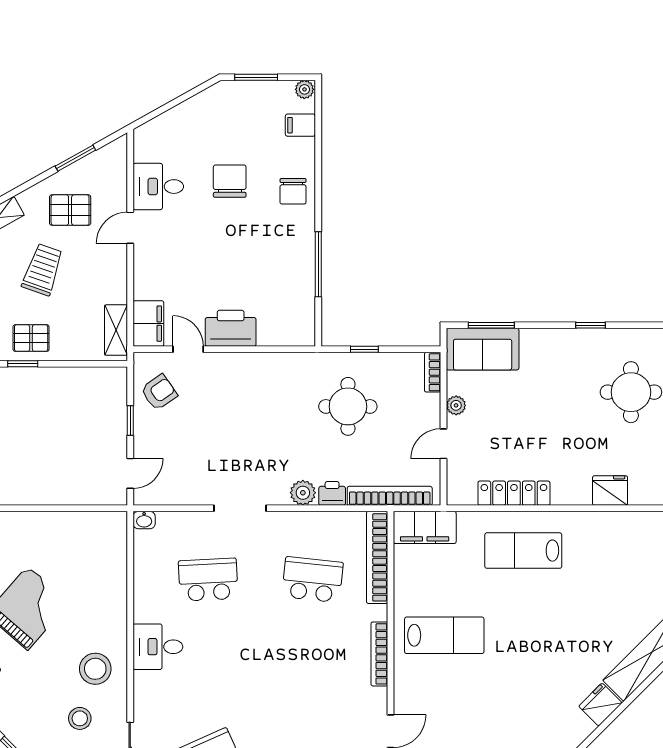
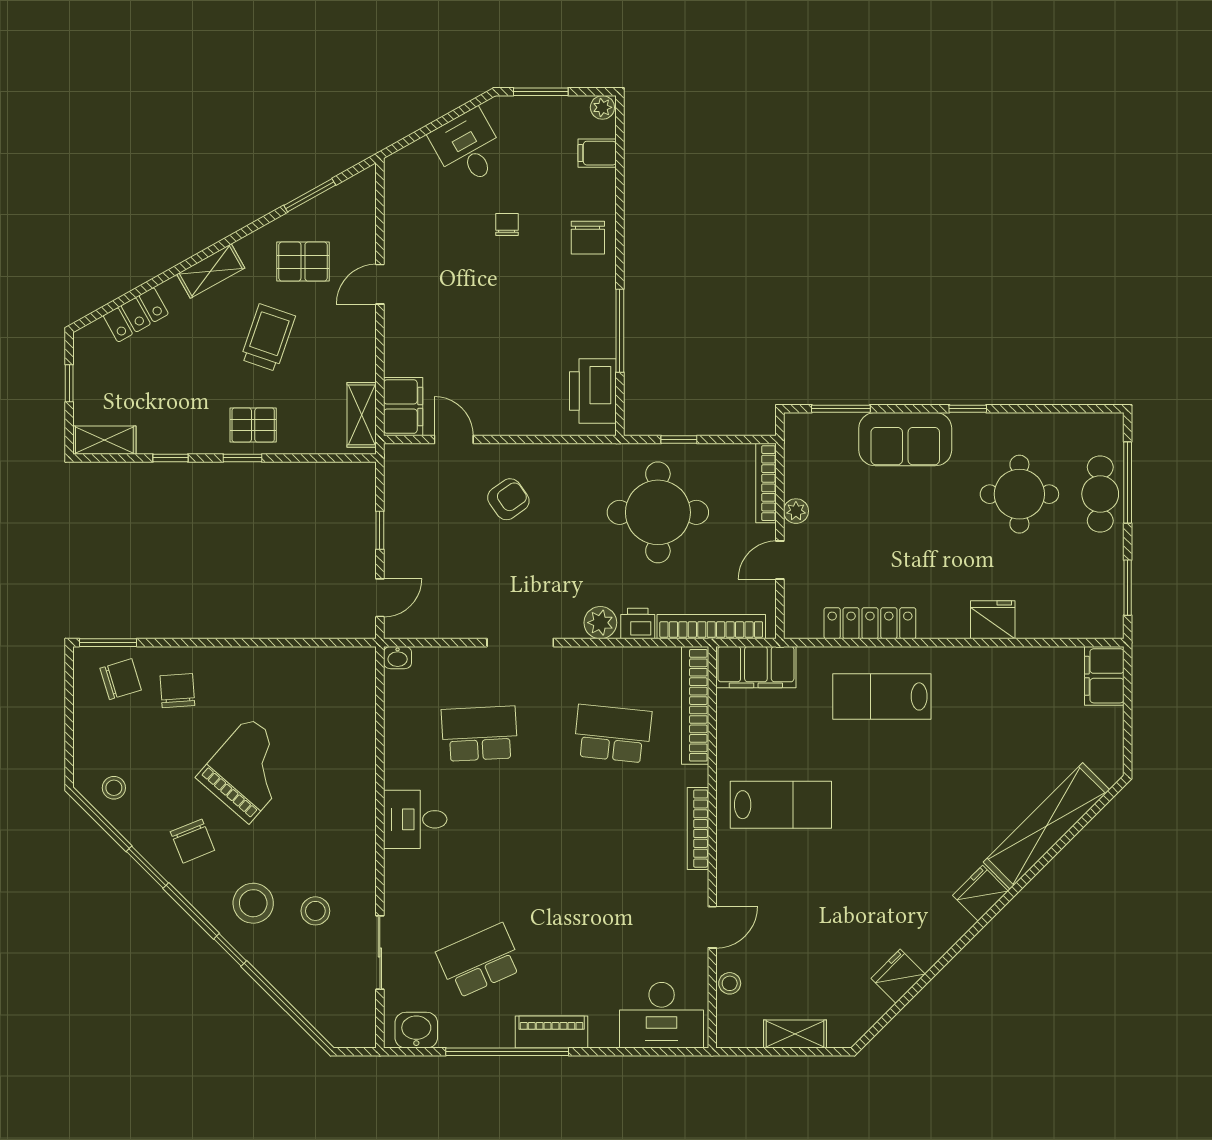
chair: (230, 181) -> (507, 225), width x0.54, depth x0.54
desk: (158, 187) -> (468, 148), moved, turned 61
printer: (231, 328) -> (593, 391), moved, turned -90
sofa: (483, 349) -> (905, 439), moved
bookcase: (433, 372) -> (766, 483), width x1.56
armchair: (159, 392) -> (508, 499), moved
round table: (348, 406) -> (658, 512), width x1.36, depth x1.36
stool: (95, 669) -> (253, 903), moved

